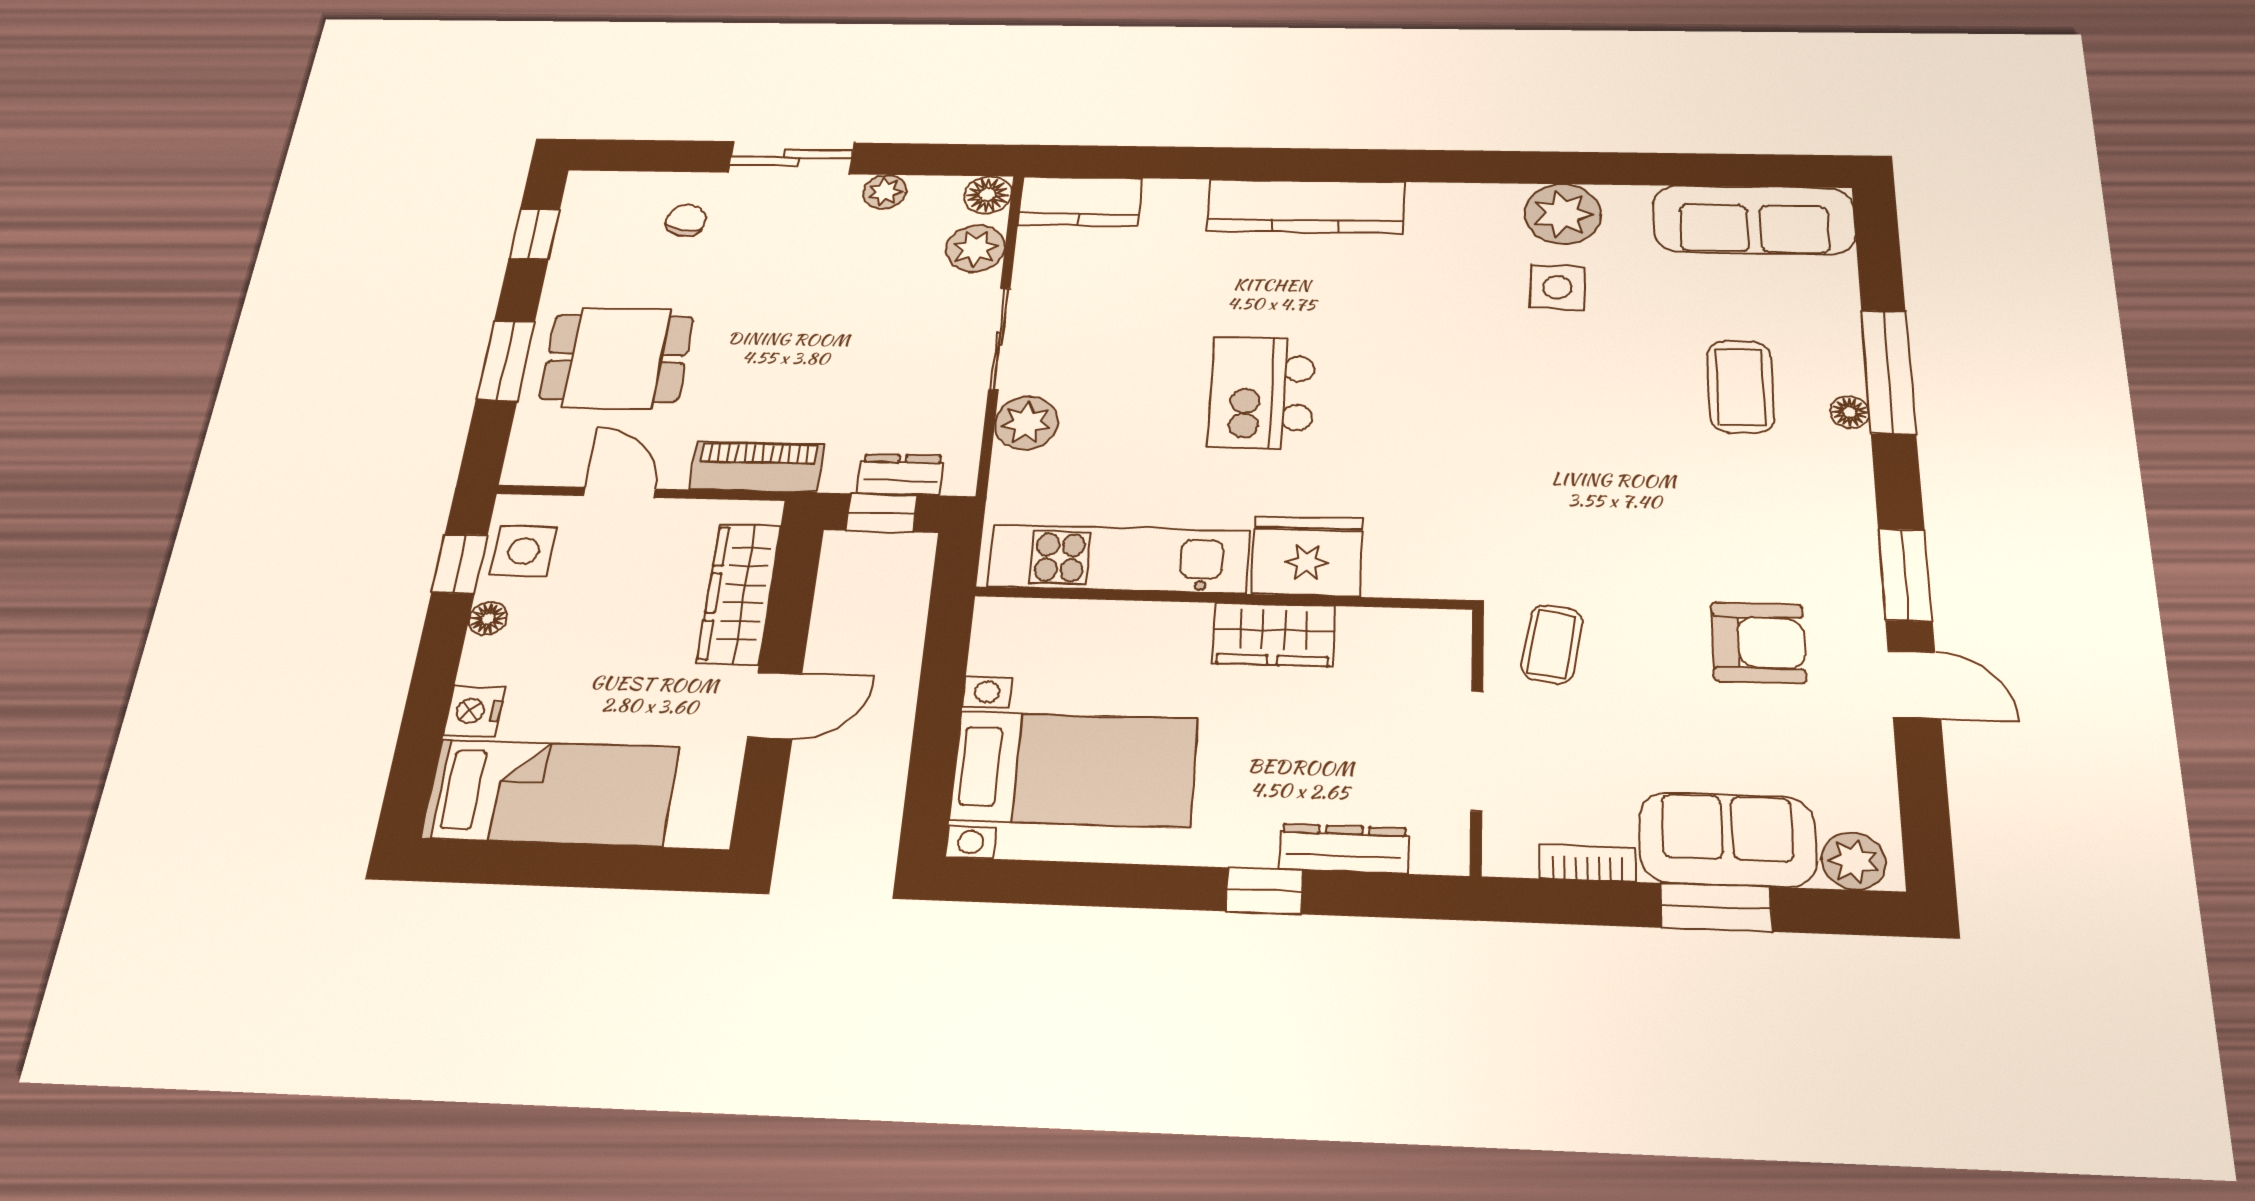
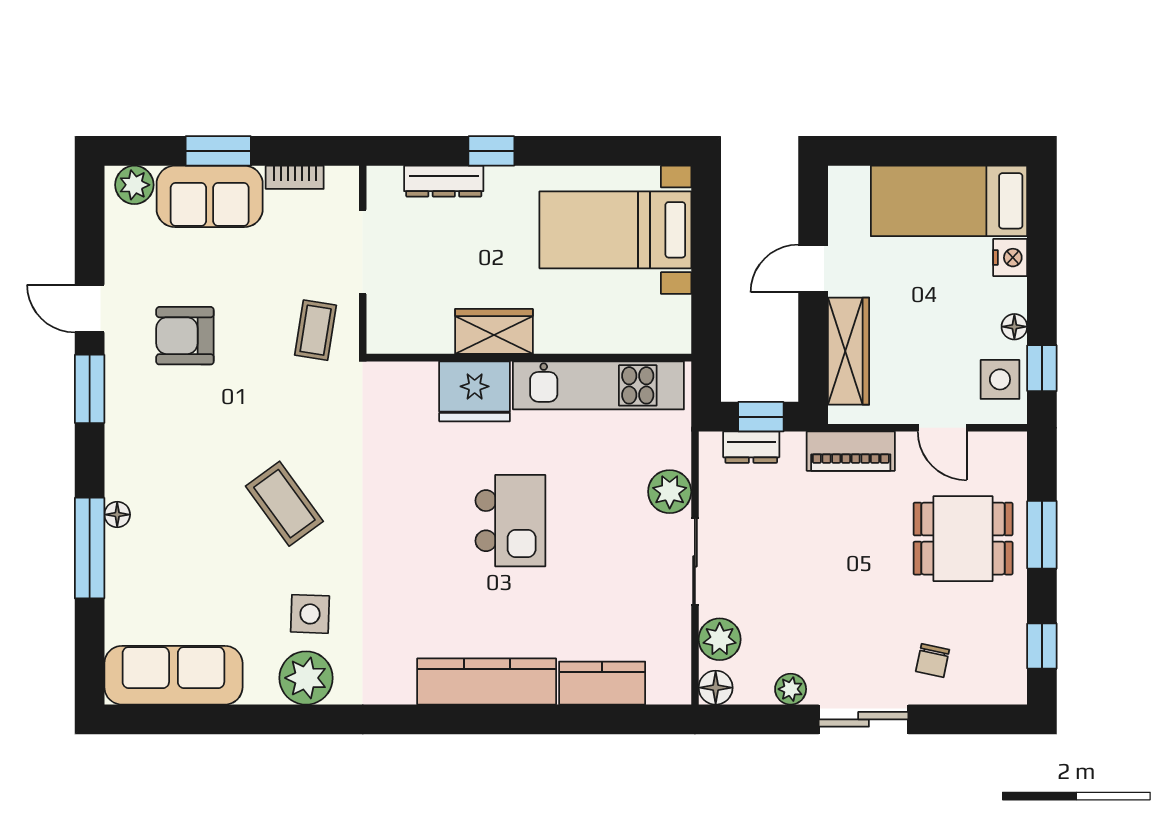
kitchen counter: (1080, 201) -> (602, 683), moved
coffee table: (1741, 387) -> (284, 504), moved, turned -36

